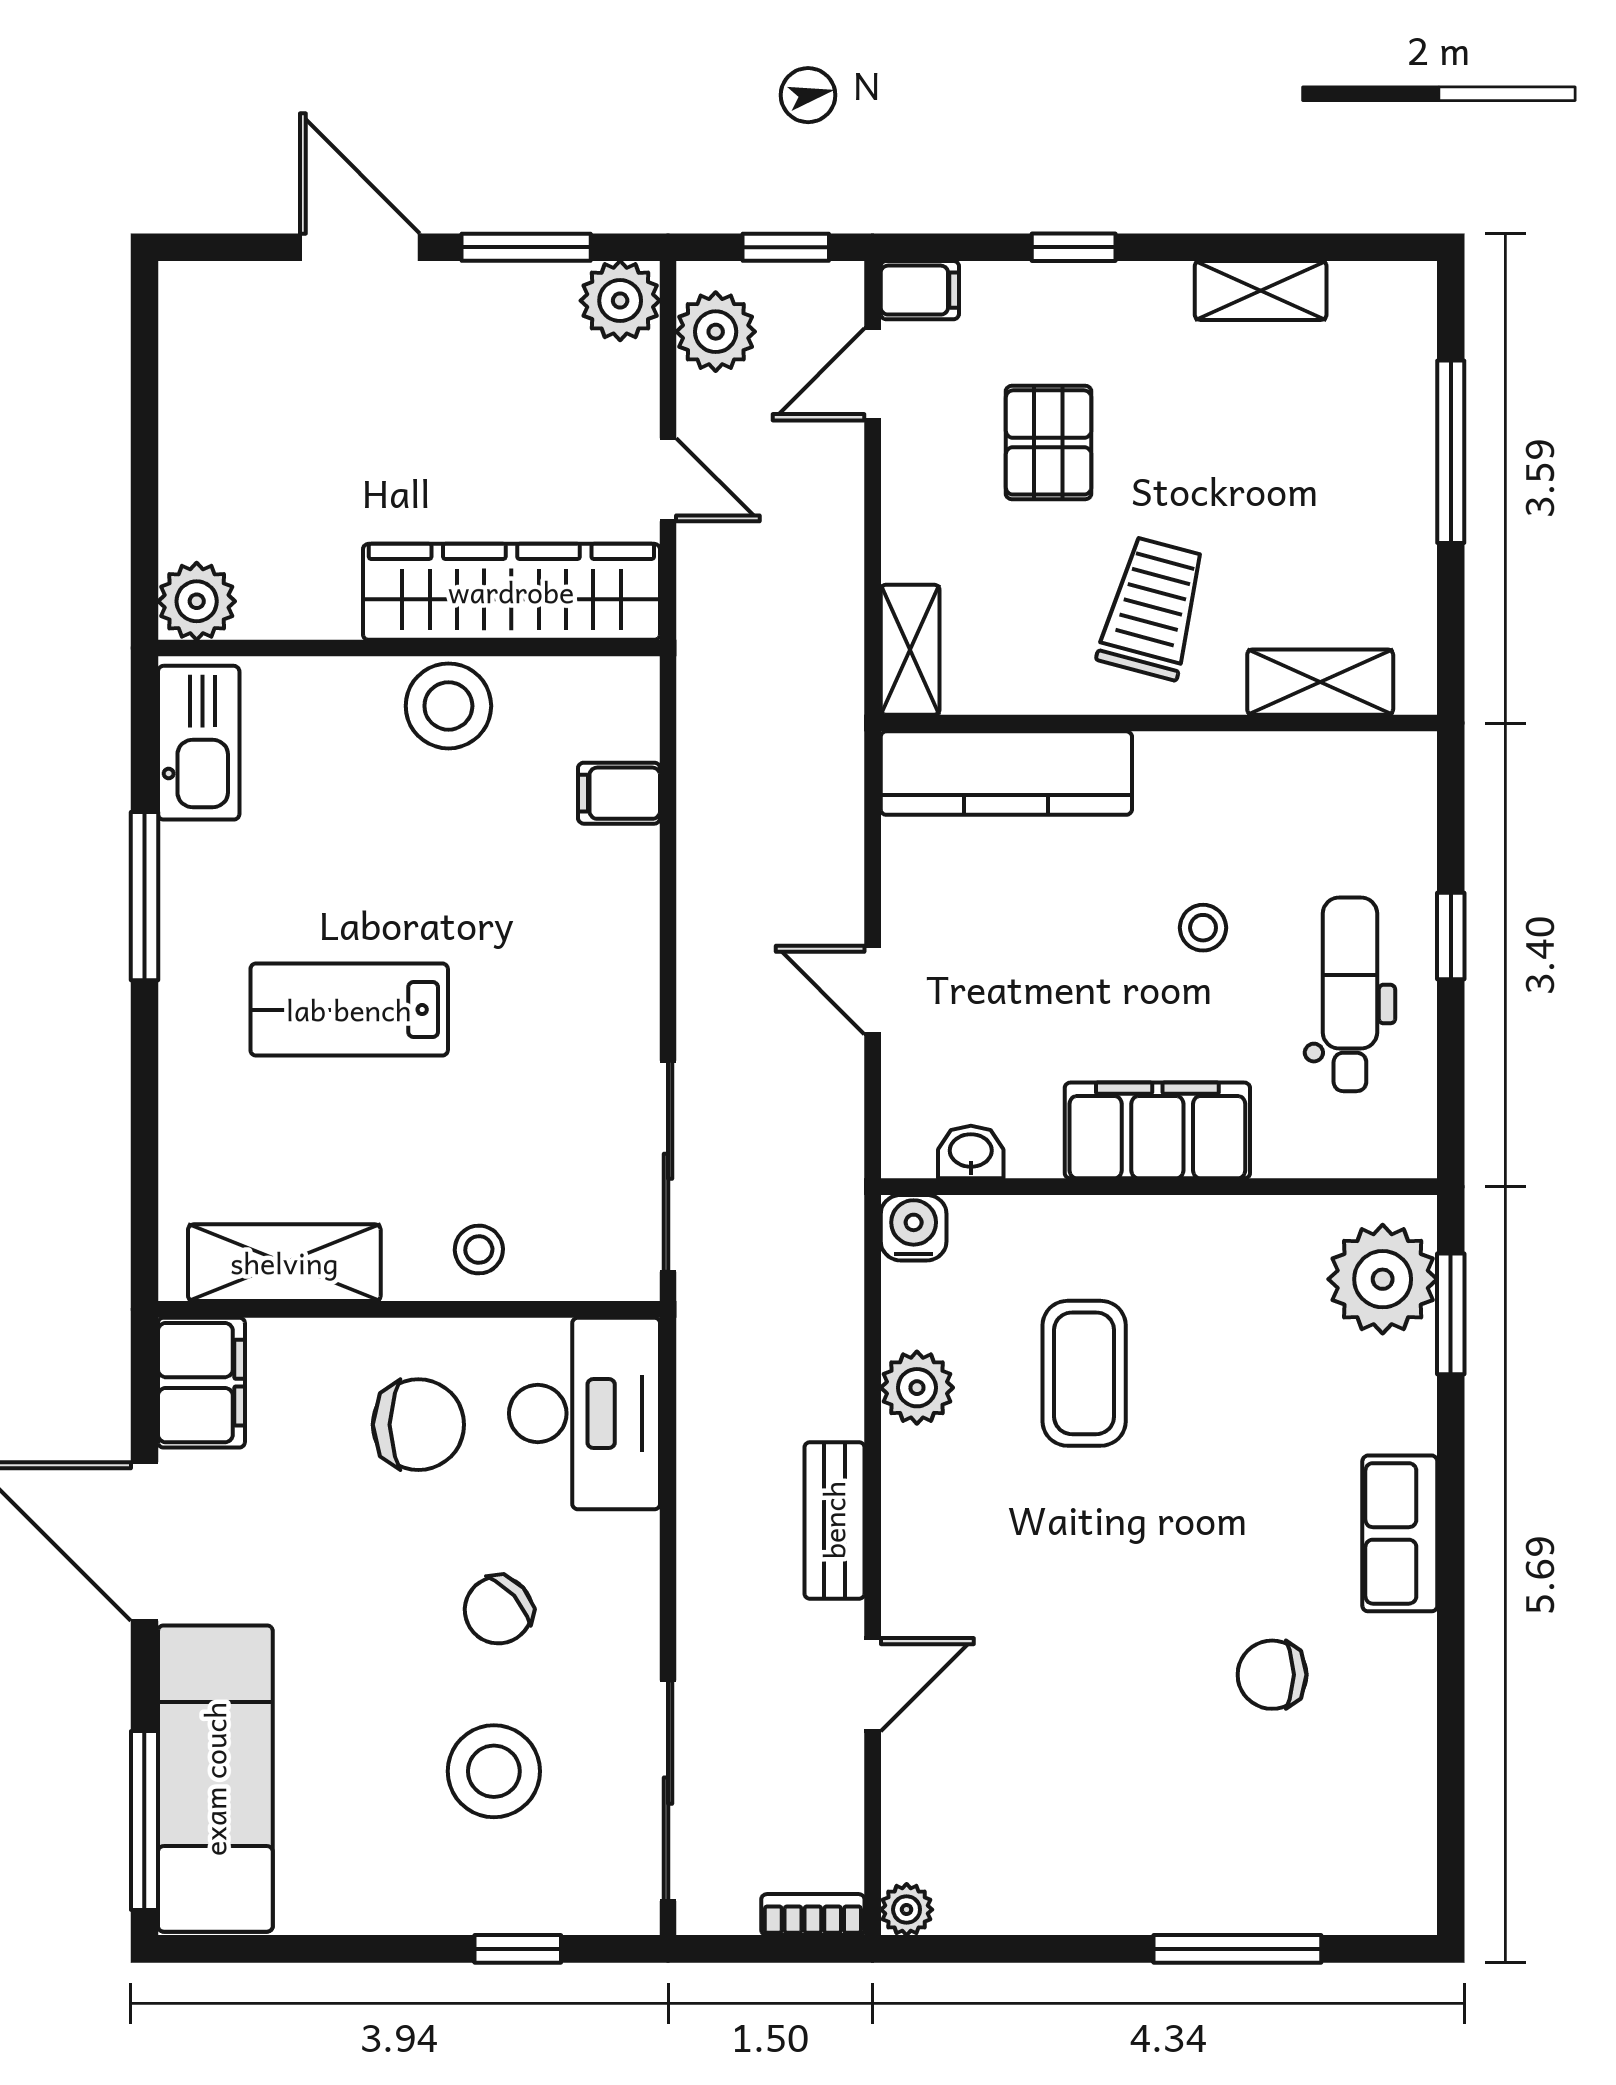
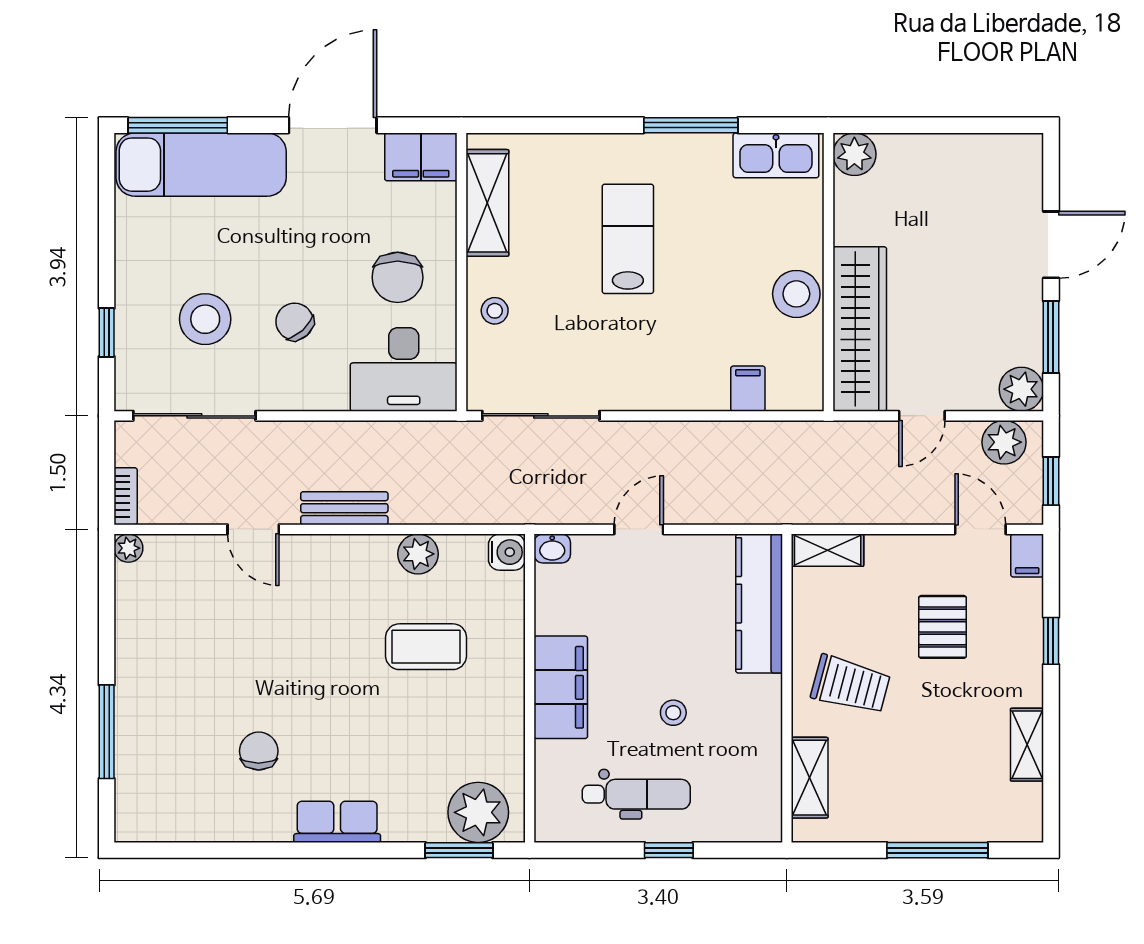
pallet: (1049, 442) -> (943, 627), turned 90
washbasin: (971, 1152) -> (552, 548), moved, turned 90

